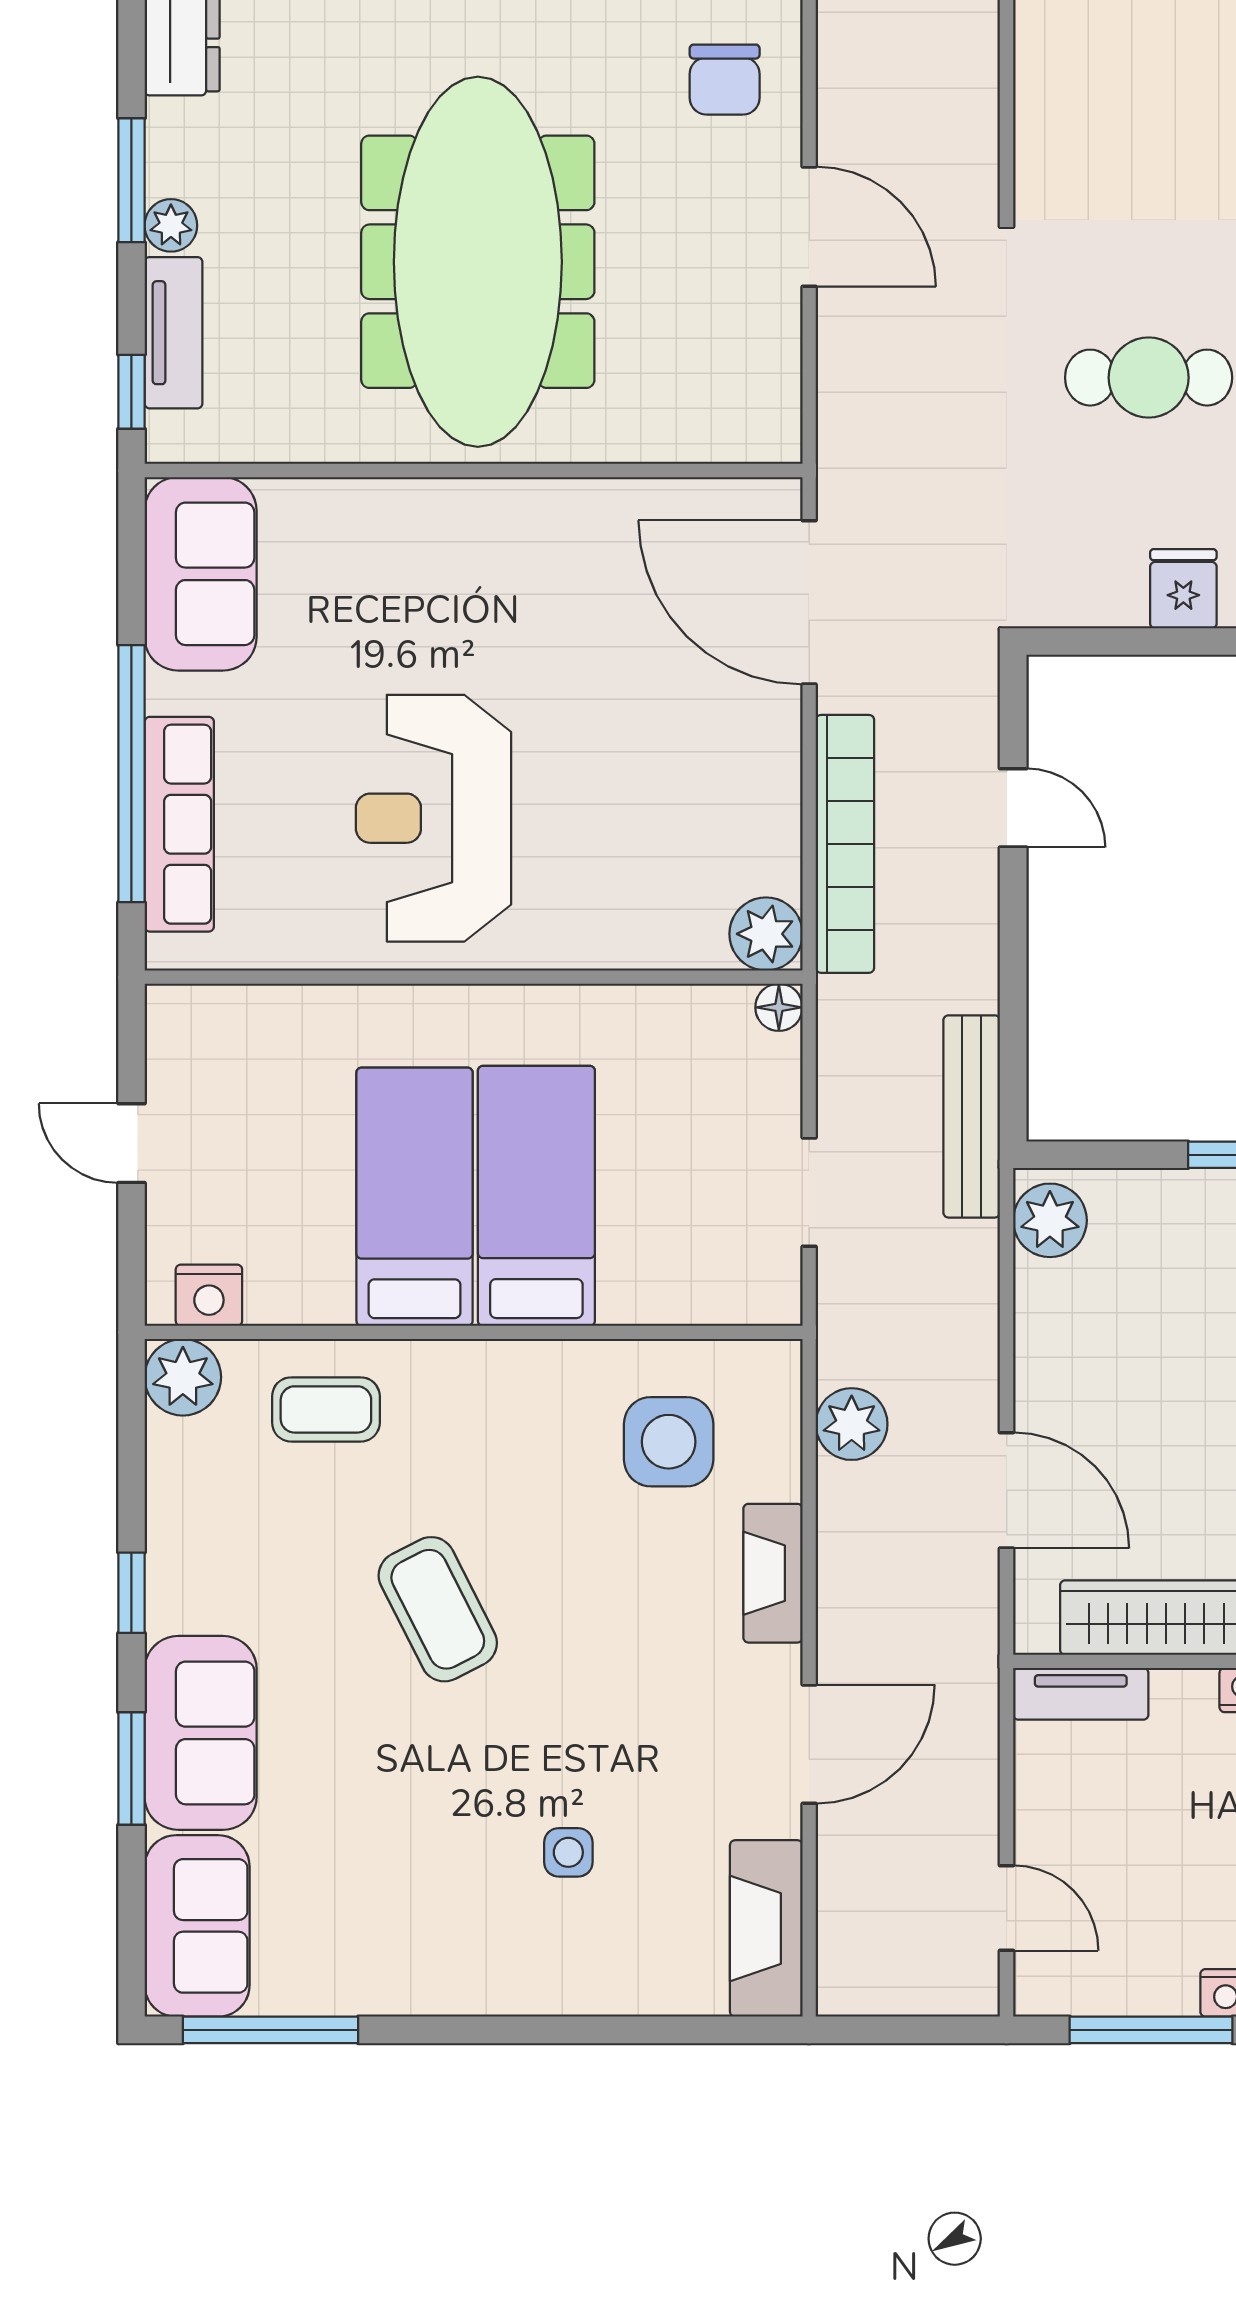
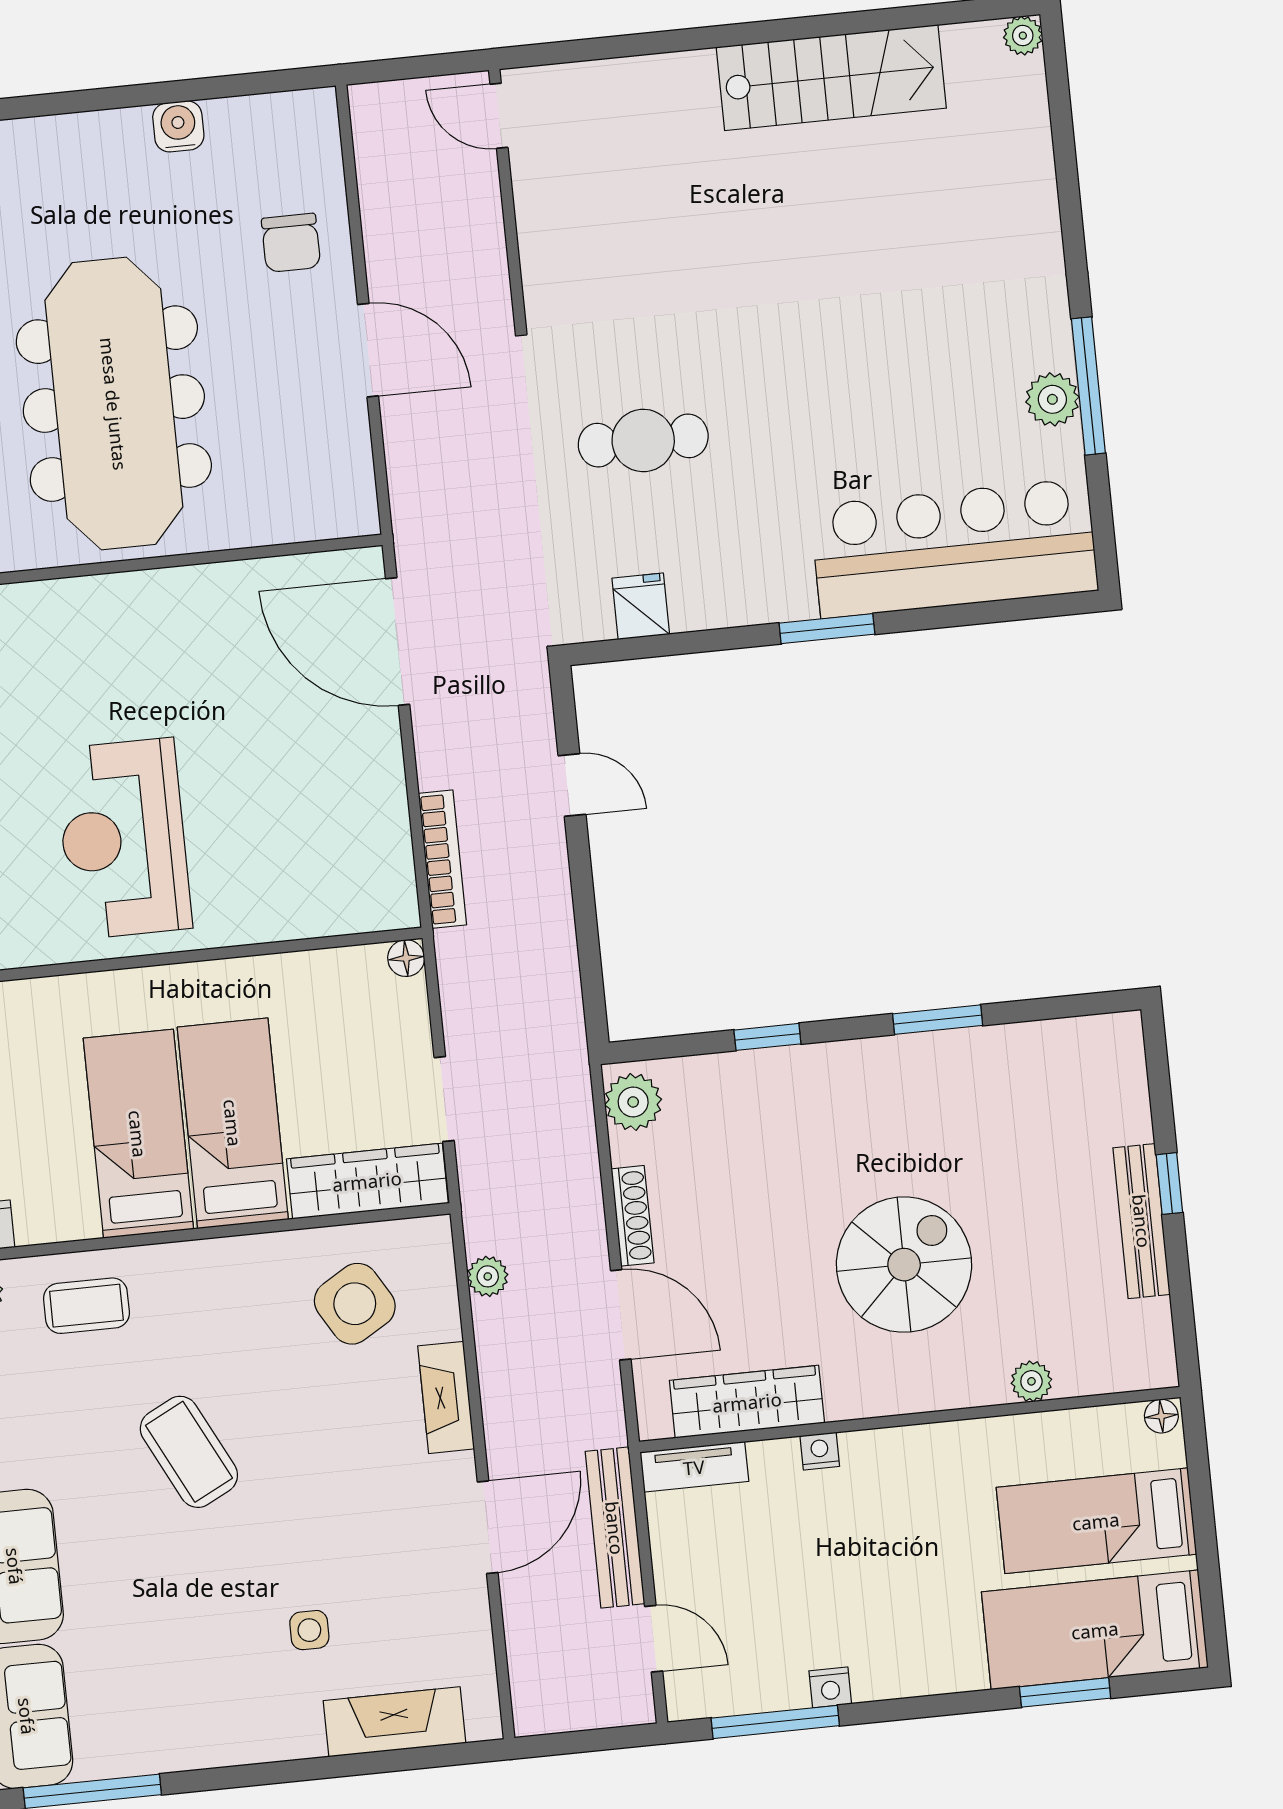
fridge: (1183, 589) -> (641, 606), moved
bookcase: (845, 844) -> (442, 859), width x0.68, depth x0.76
plant: (766, 934) -> (390, 902), removed
bench: (972, 1116) -> (615, 1528), moved
wardrobe: (701, 1287) -> (367, 1181), added
shoe rack: (1034, 1365) -> (633, 1216), added
plant: (852, 1424) -> (488, 1276), width x0.73, depth x0.73
side table: (669, 1442) -> (355, 1304), turned -31
fireplace: (766, 1928) -> (395, 1722), moved, turned 90

